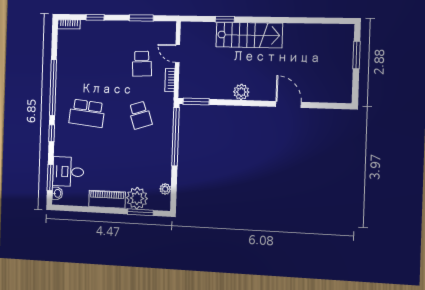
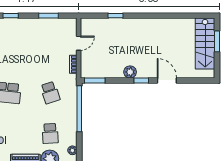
stairs: (249, 35) -> (205, 44), moved, turned 90
door: (177, 54) -> (79, 43), swing flipped
school desk: (142, 64) -> (50, 133), moved
window: (255, 103) -> (141, 80), added

